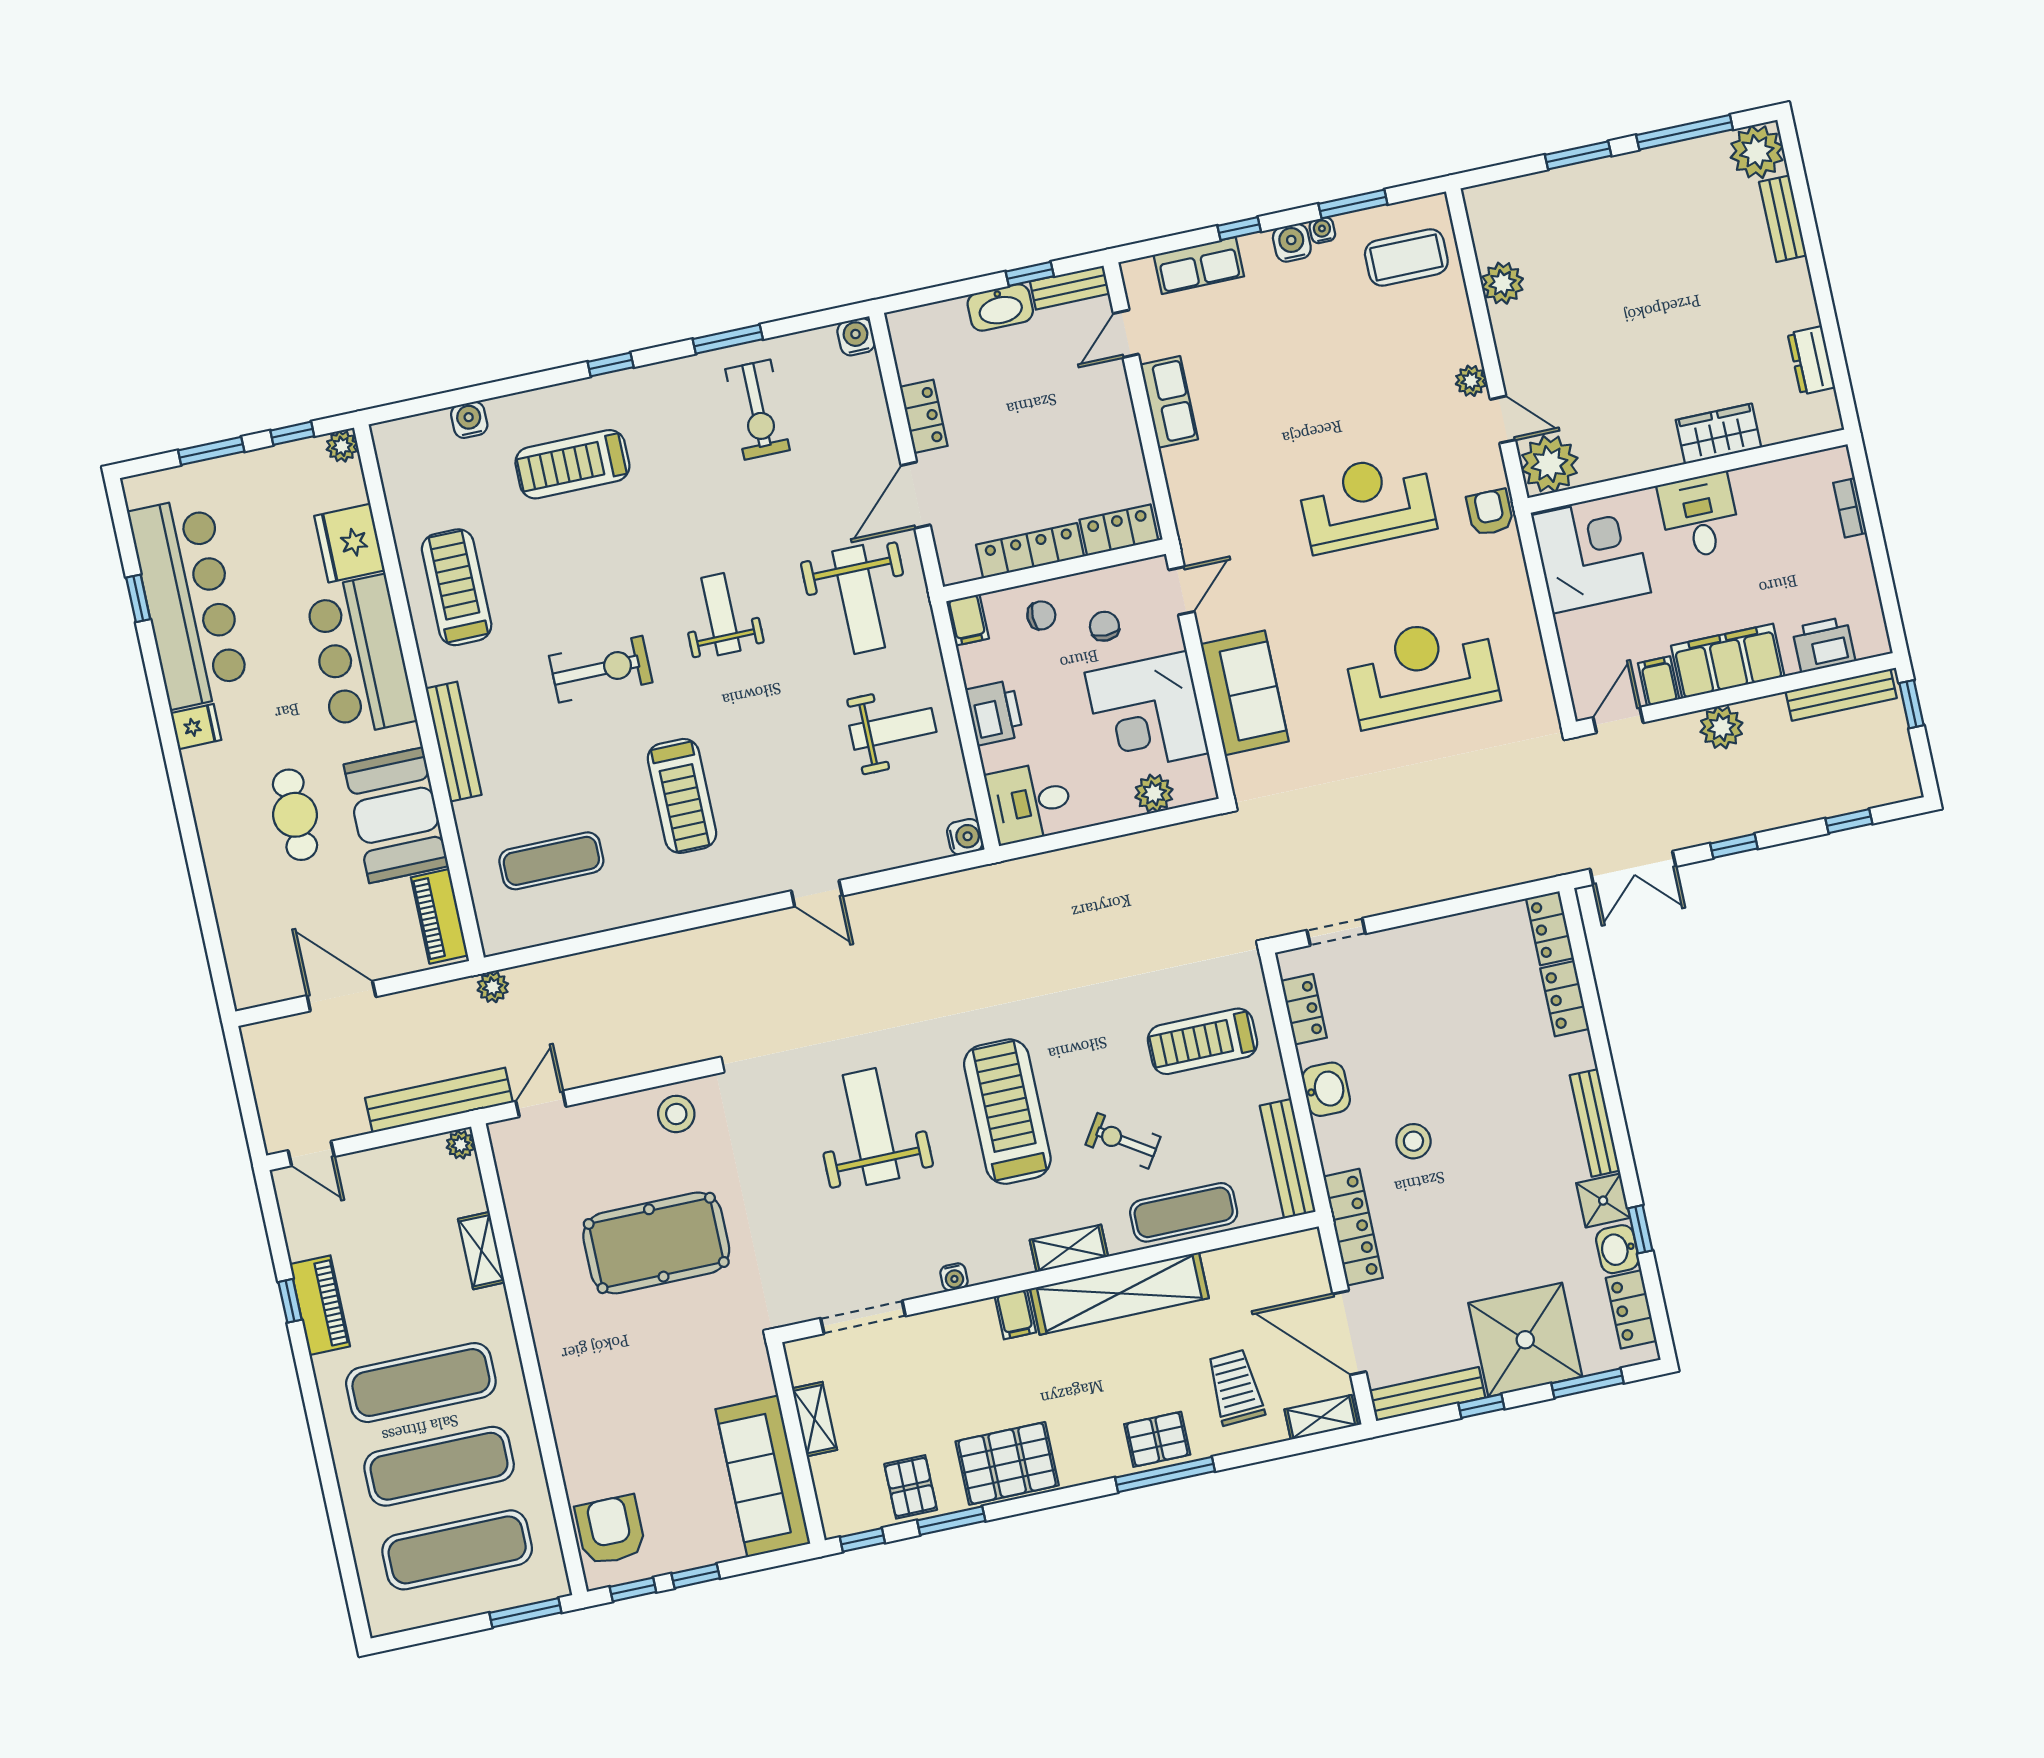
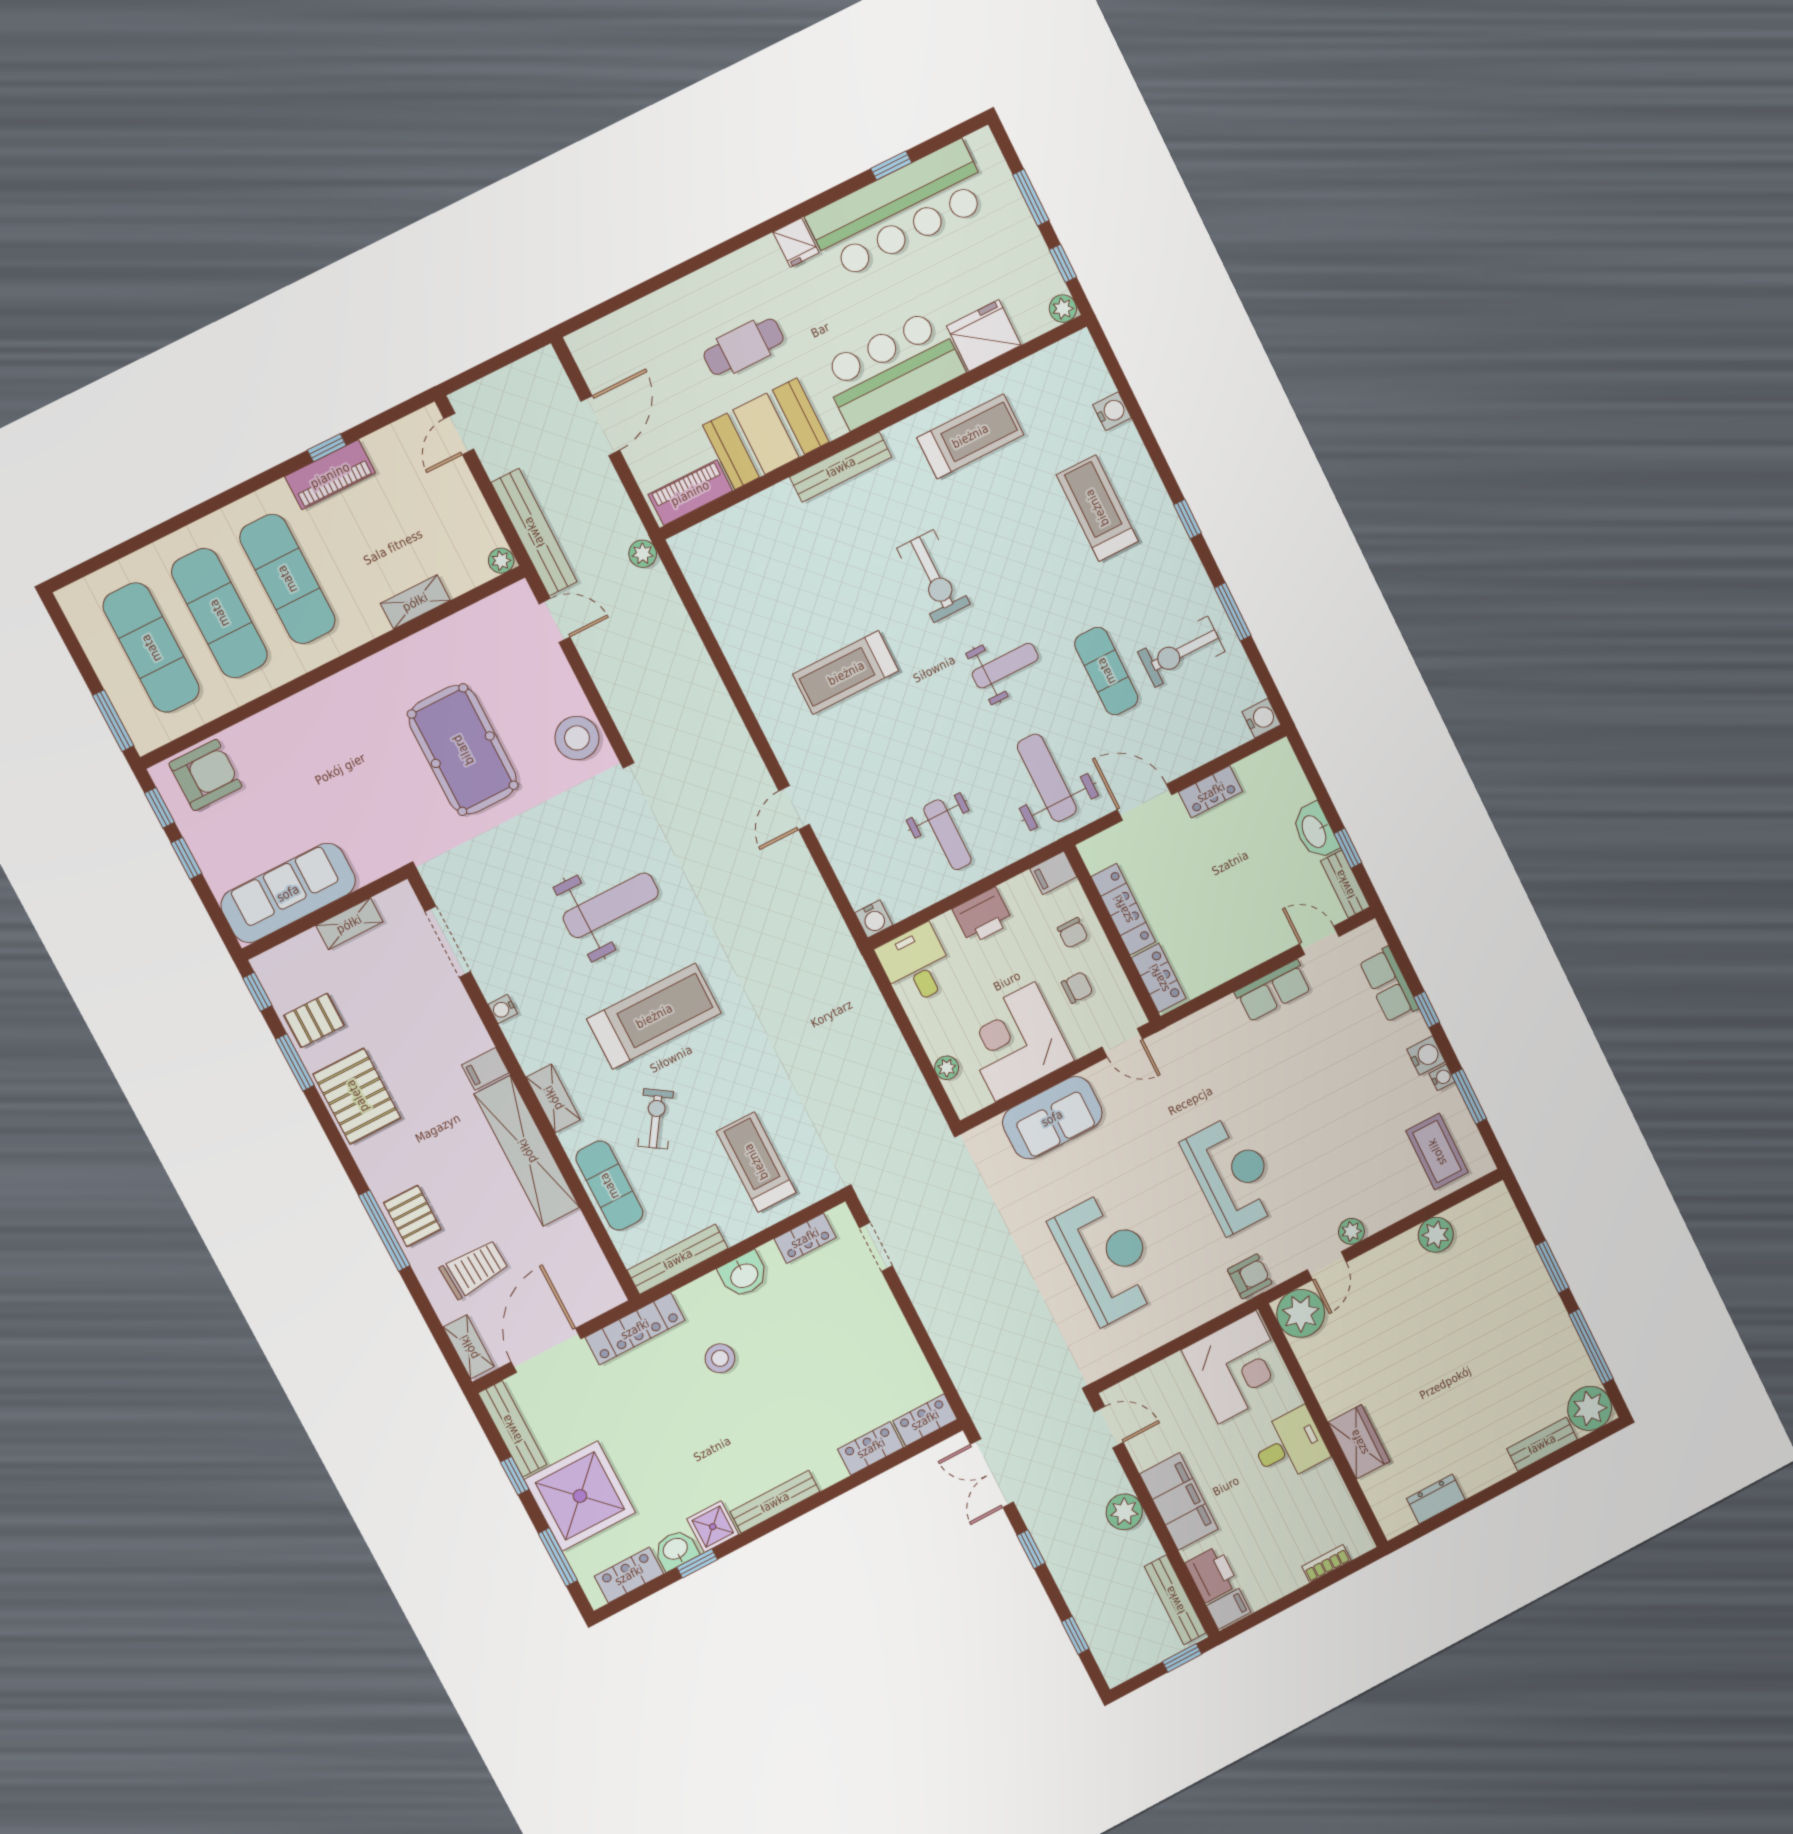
weight bench: (859, 599) -> (1047, 778), turned 90
filing cabinet: (1659, 681) -> (1229, 1609), moved
plant: (1154, 793) -> (947, 1068), width x0.73, depth x0.73
exercise mat: (551, 861) -> (1106, 671), moved
stool: (676, 1114) -> (577, 738), width x1.38, depth x1.38

